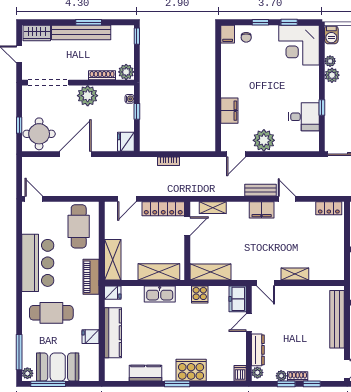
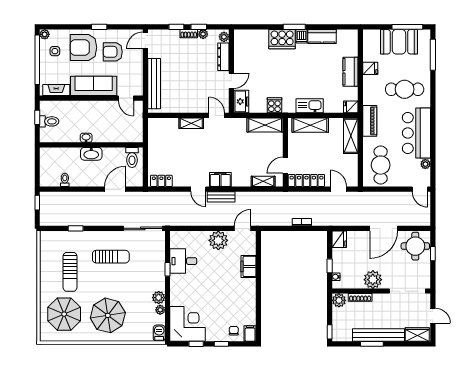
door: (127, 199) -> (338, 189), hinge flipped
kitchen counter: (113, 333) -> (351, 72), width x0.67
plant: (27, 373) -> (425, 164), moved
dishwasher: (240, 373) -> (302, 36), moved

